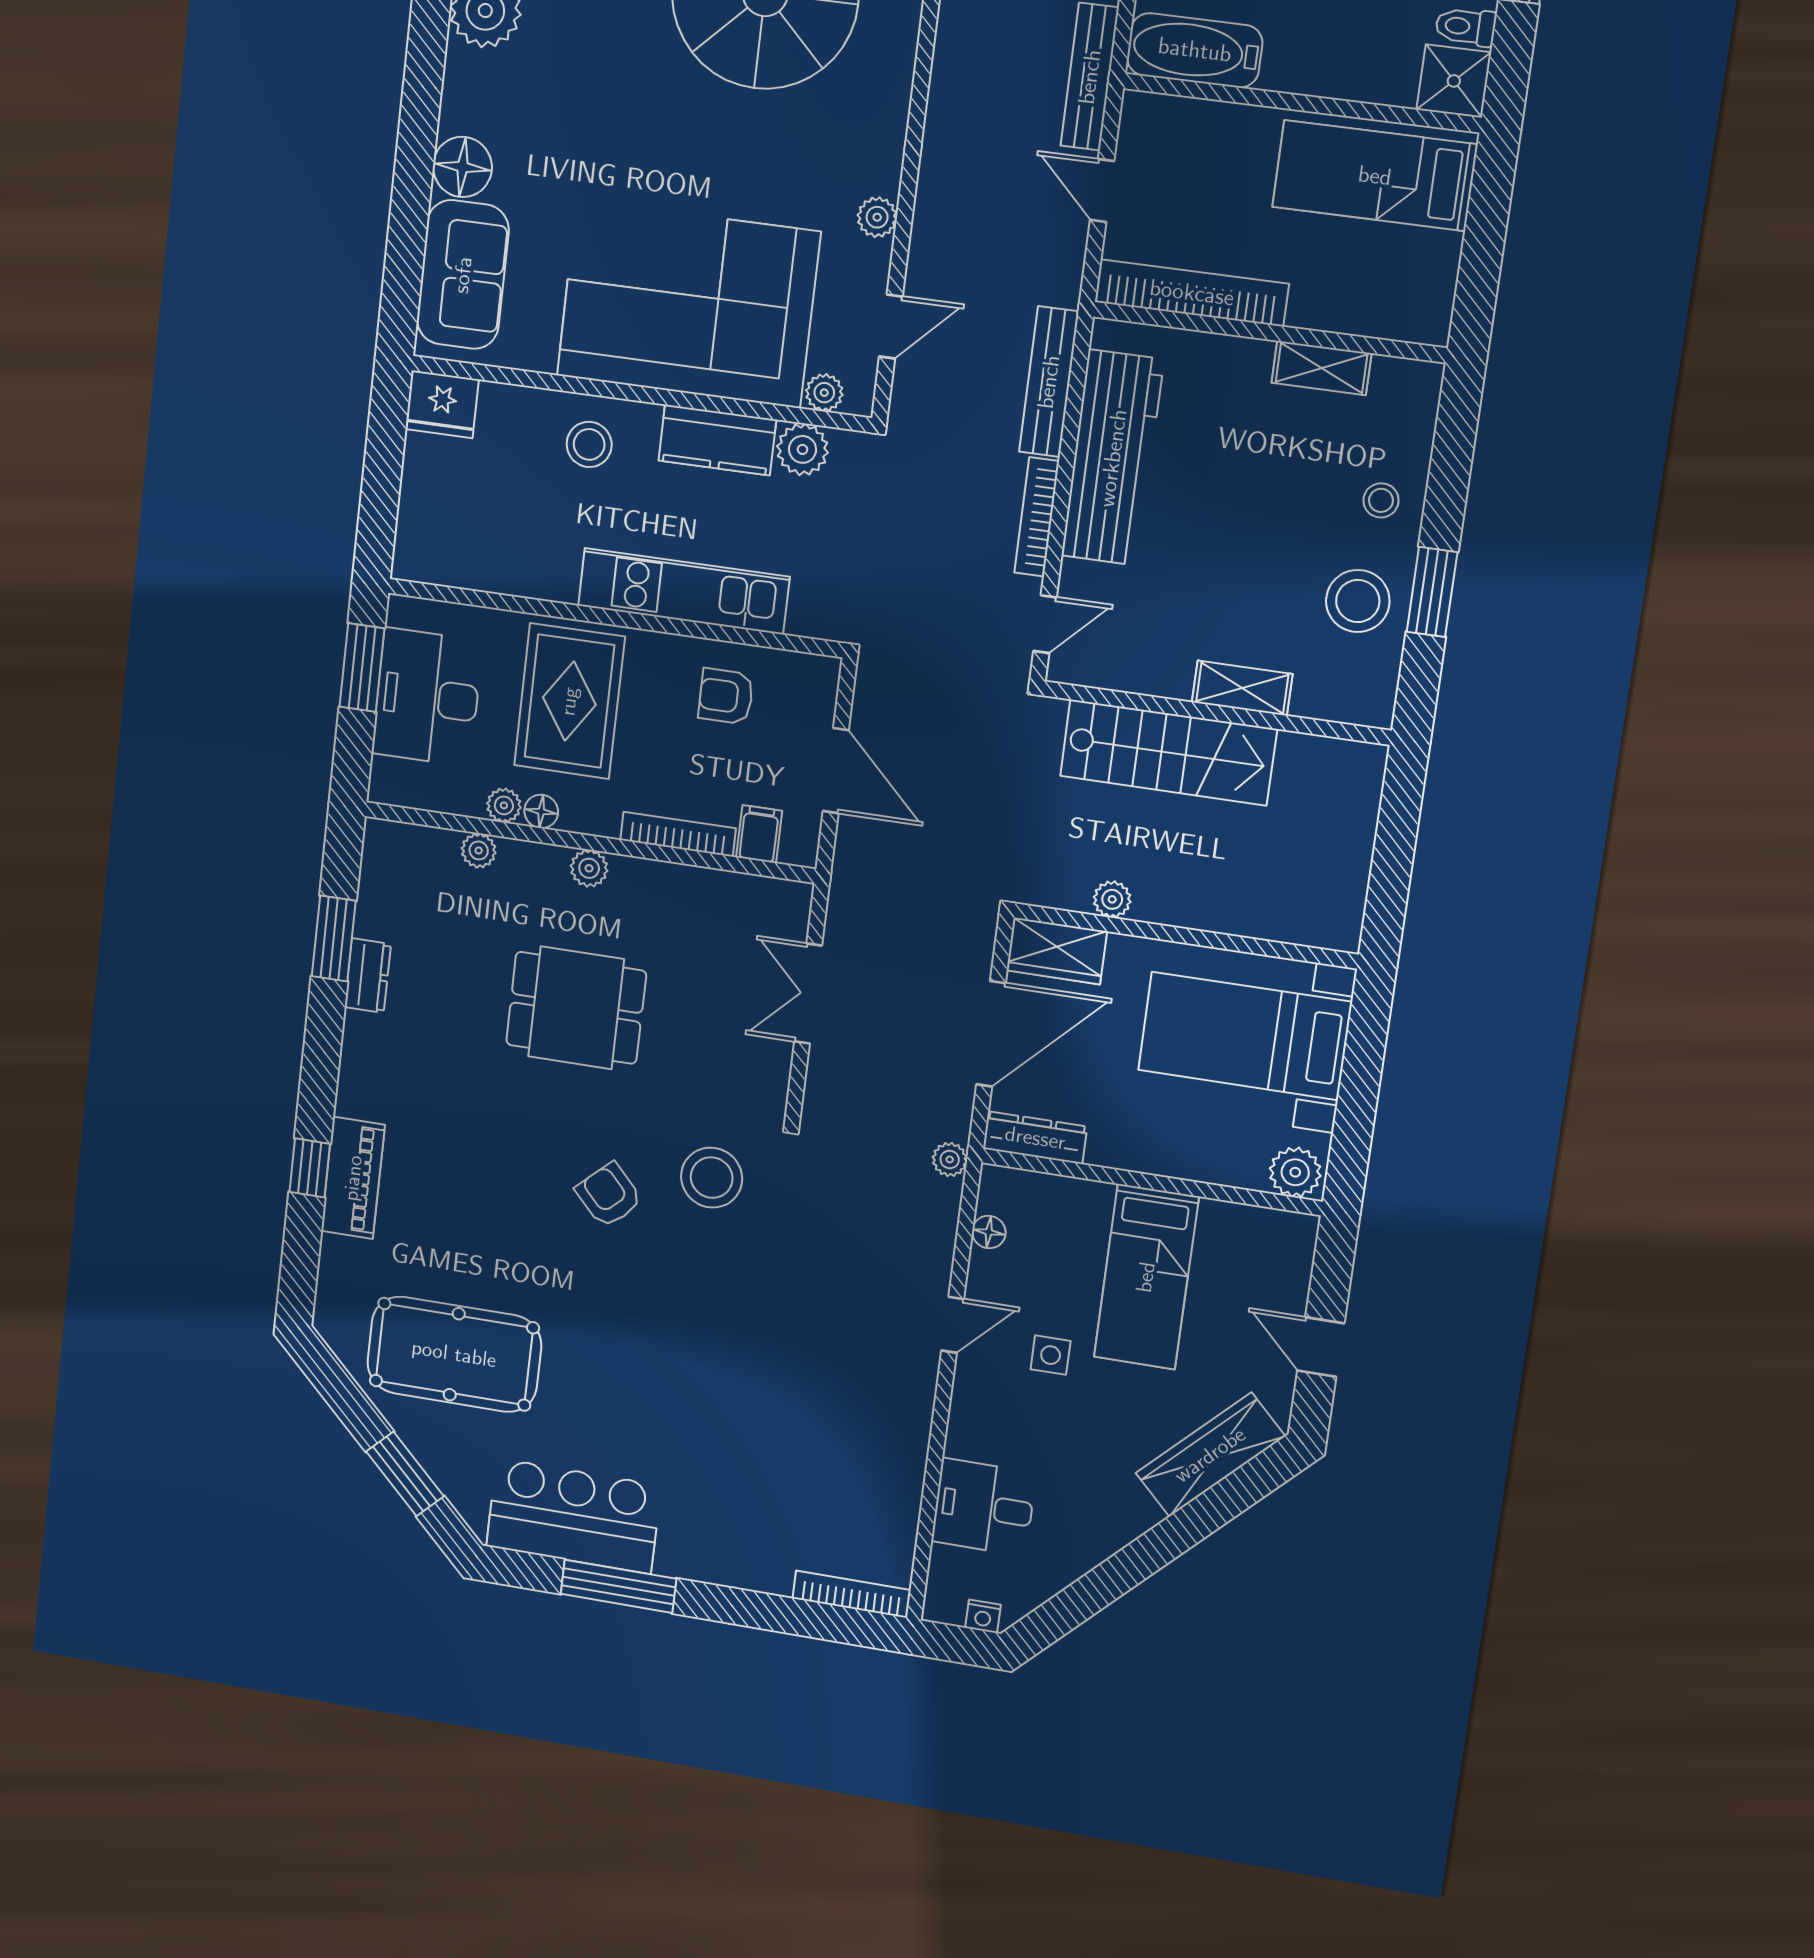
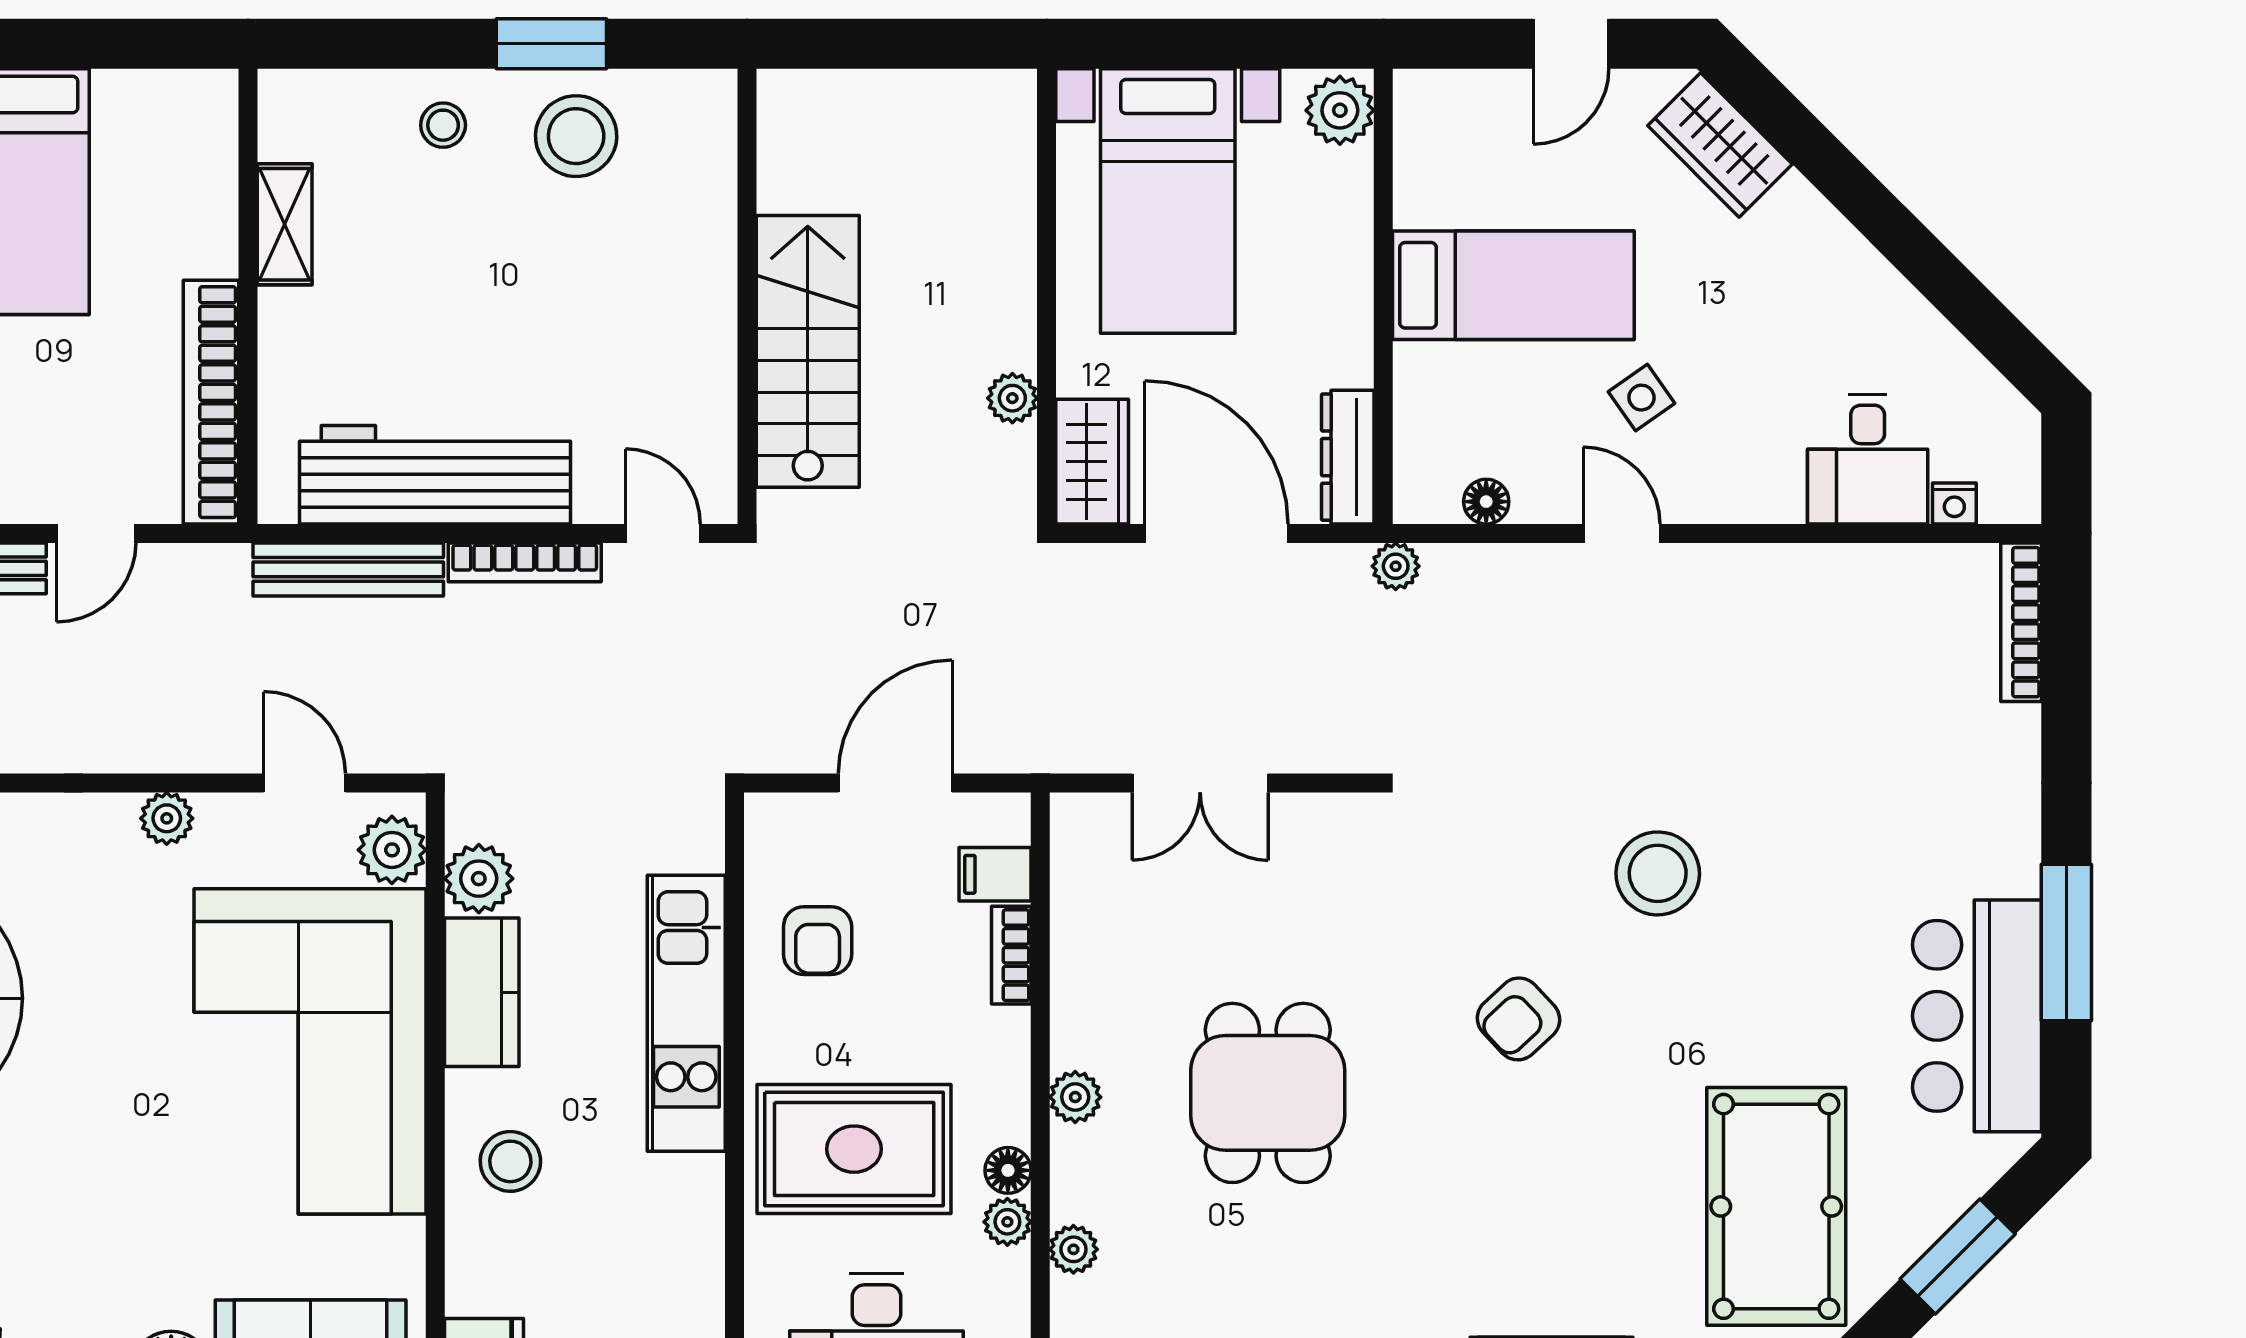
plant: (824, 393) -> (392, 850), width x1.38, depth x1.38
shelving: (1242, 688) -> (710, 268), removed
bookcase: (678, 834) -> (1011, 955), width x0.64
stool: (712, 1178) -> (1658, 873), moved
side table: (1051, 1355) -> (1642, 398), turned -35
wardrobe: (1210, 1455) -> (1720, 145), width x0.67
nightstand: (983, 1616) -> (1954, 503), moved, turned 90

